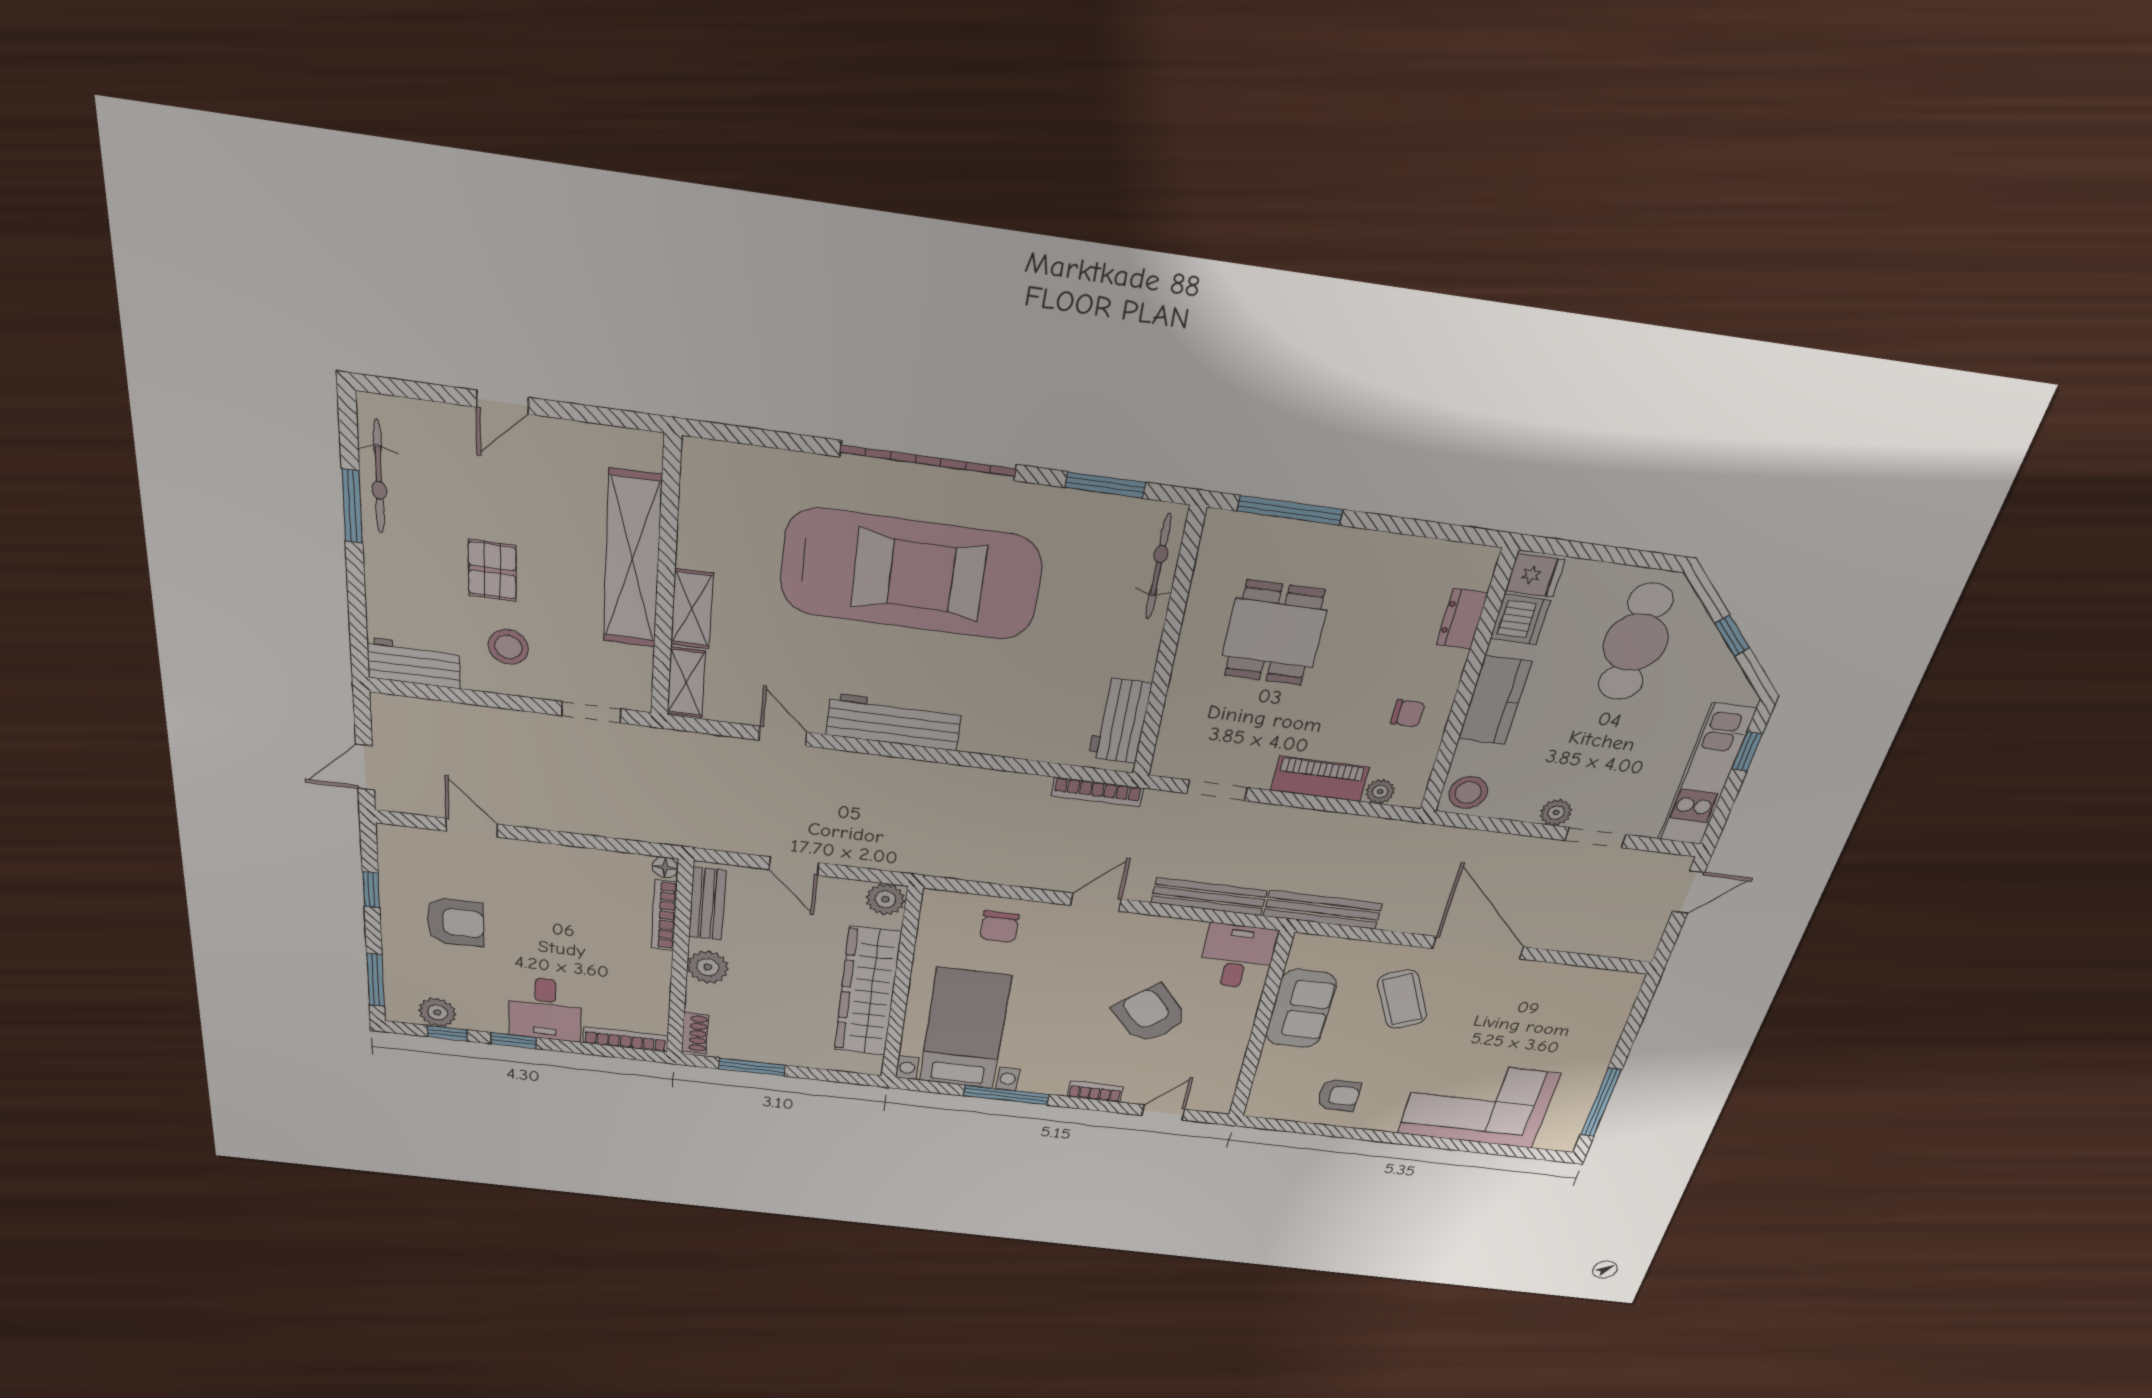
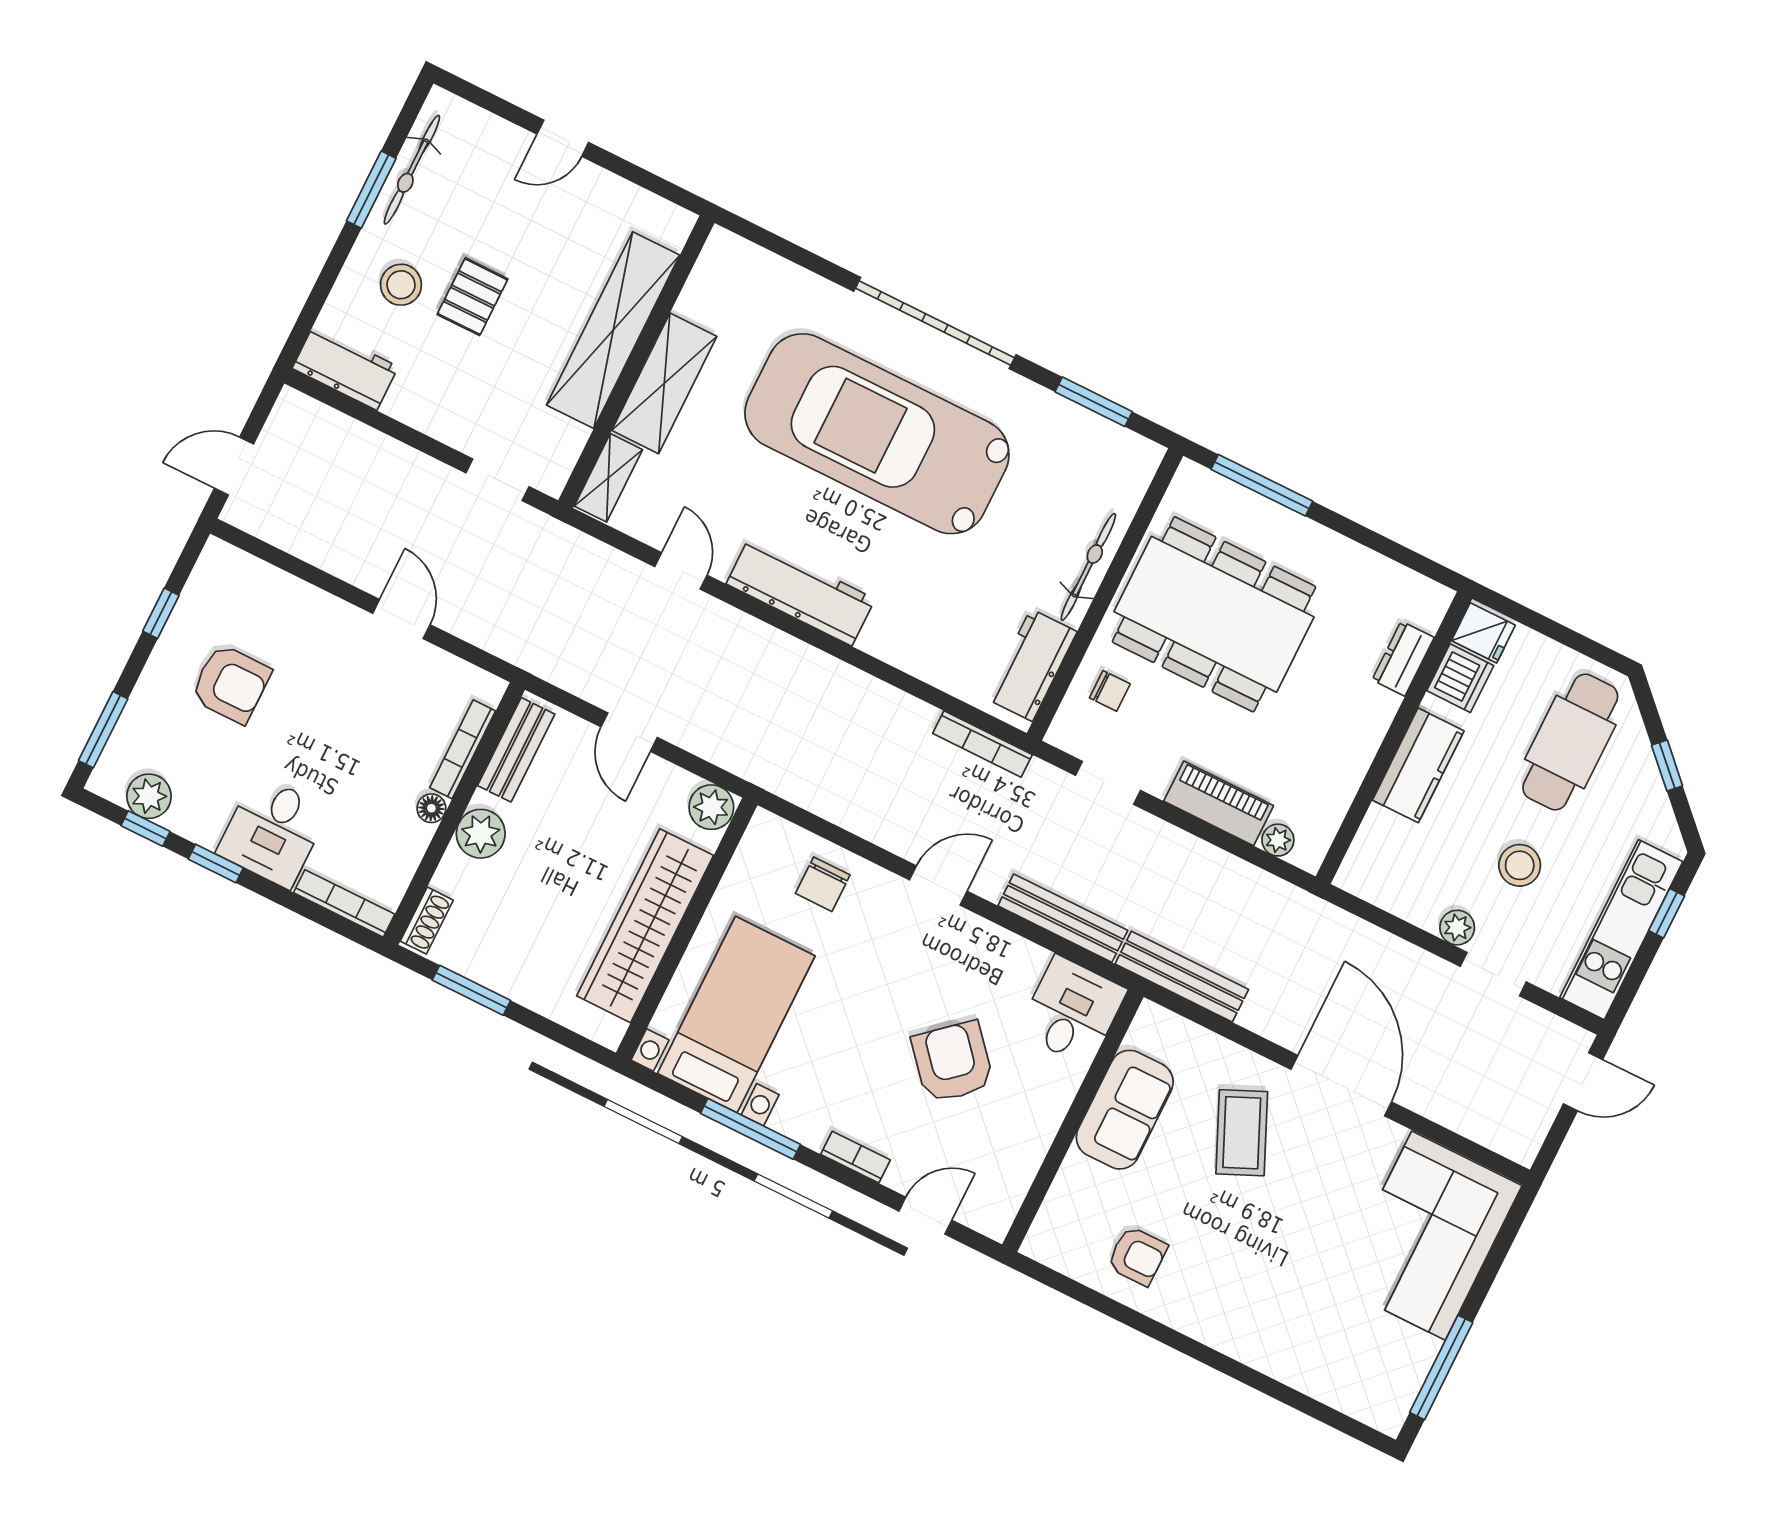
bicycle: (1158, 567) -> (1088, 567), moved
car: (911, 575) -> (877, 434), turned 180
shelving: (692, 609) -> (664, 383), width x1.50, depth x1.33
dining table: (1274, 633) -> (1214, 614), width x1.88, depth x1.24
stool: (508, 647) -> (401, 285), moved
chair: (1408, 713) -> (1110, 691), moved
stool: (1468, 792) -> (1520, 865), moved
door: (472, 828) -> (401, 619), moved
floor lamp: (665, 867) -> (431, 808), moved
corner sofa: (1478, 1104) -> (1428, 1236), moved, turned -90

